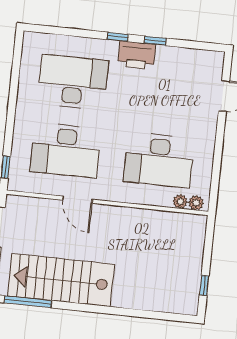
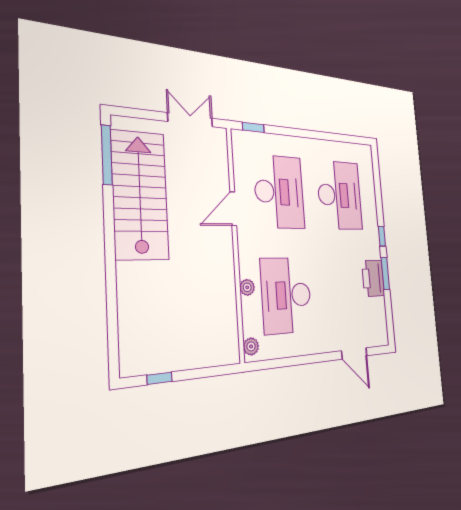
window: (155, 41) -> (385, 273), width x1.50
printer: (137, 55) -> (373, 278), moved
desk: (66, 150) -> (279, 192), turned 180
plant: (180, 202) -> (247, 287), moved

